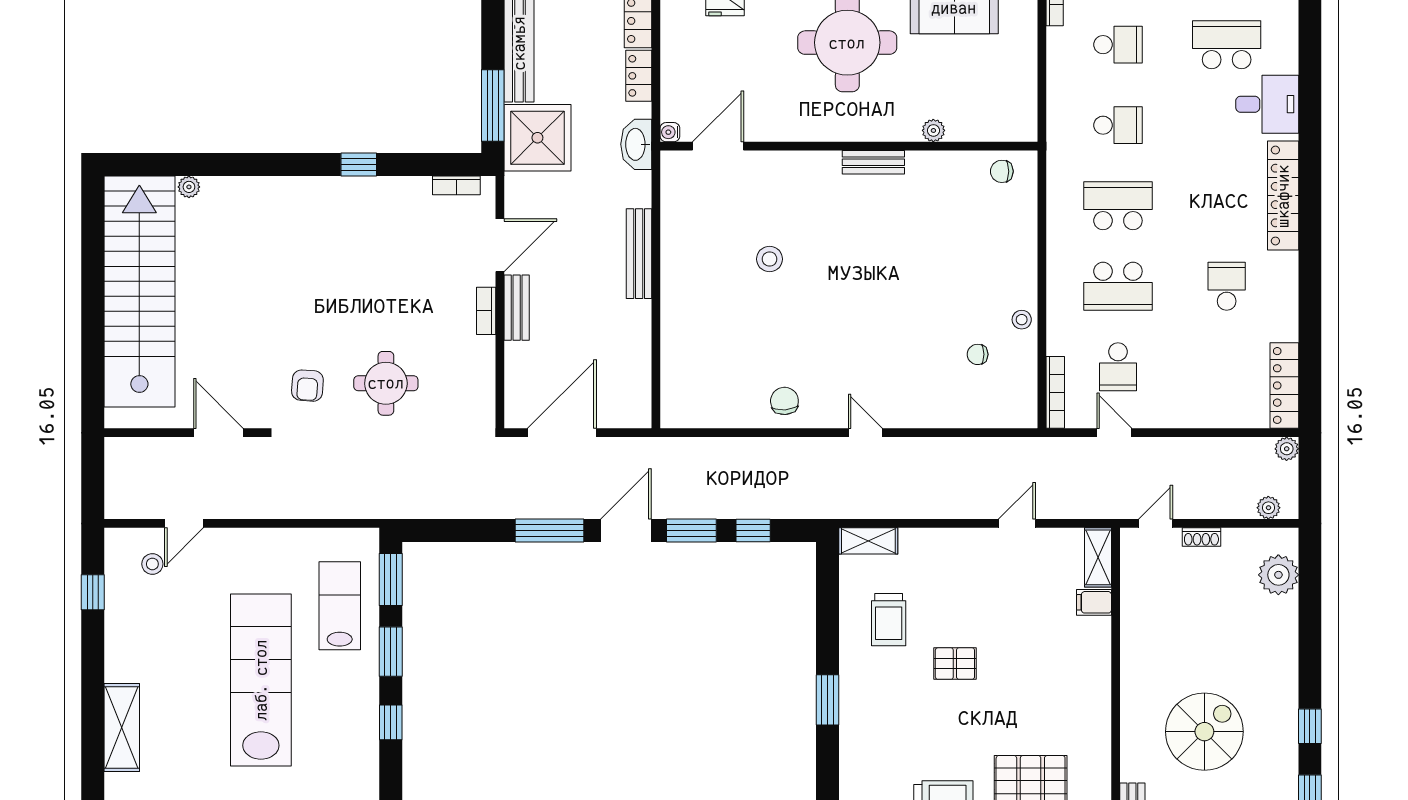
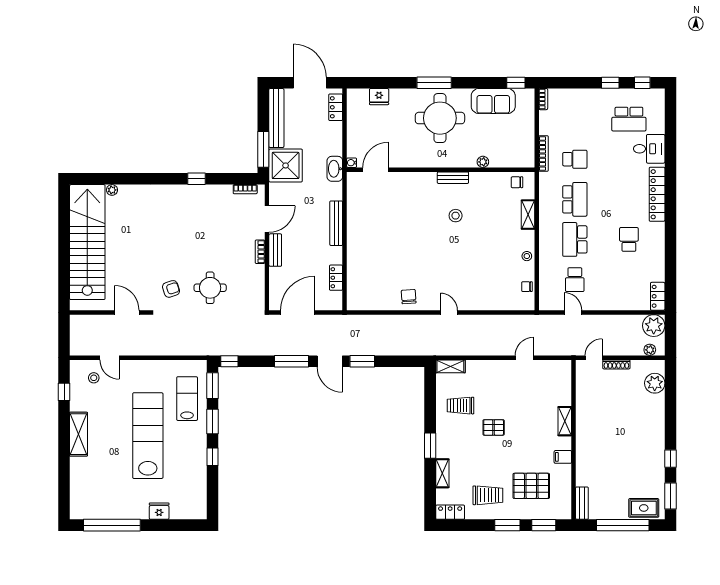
school desk: (1118, 45) -> (575, 119), removed
school desk: (1227, 45) -> (629, 119), turned 180
locker: (639, 76) -> (336, 278), moved
school desk: (1118, 206) -> (575, 199), turned 90
shelving: (1024, 236) -> (528, 215), added
stool: (770, 259) -> (456, 216), moved
school desk: (1118, 286) -> (575, 239), turned 90
chair: (978, 354) -> (527, 287), moved
locker: (1284, 385) -> (658, 296), width x0.66
armchair: (307, 386) -> (171, 289), turned -112
bookcase: (1055, 392) -> (544, 154), moved
plant: (1287, 449) -> (654, 326), width x1.87, depth x1.87
door: (184, 523) -> (109, 358), hinge flipped
door: (626, 531) -> (330, 361), swing flipped
window: (753, 531) -> (229, 361), moved
shoe rack: (1201, 537) -> (616, 364), width x1.43
shelving: (1098, 557) -> (565, 421), moved
filing cabinet: (1094, 602) -> (563, 457), moved
trolley: (889, 620) -> (461, 406), turned 90
shelving: (122, 728) -> (78, 434), moved
spiral stairs: (1204, 732) -> (618, 461), removed
shelving: (852, 756) -> (442, 473), added

